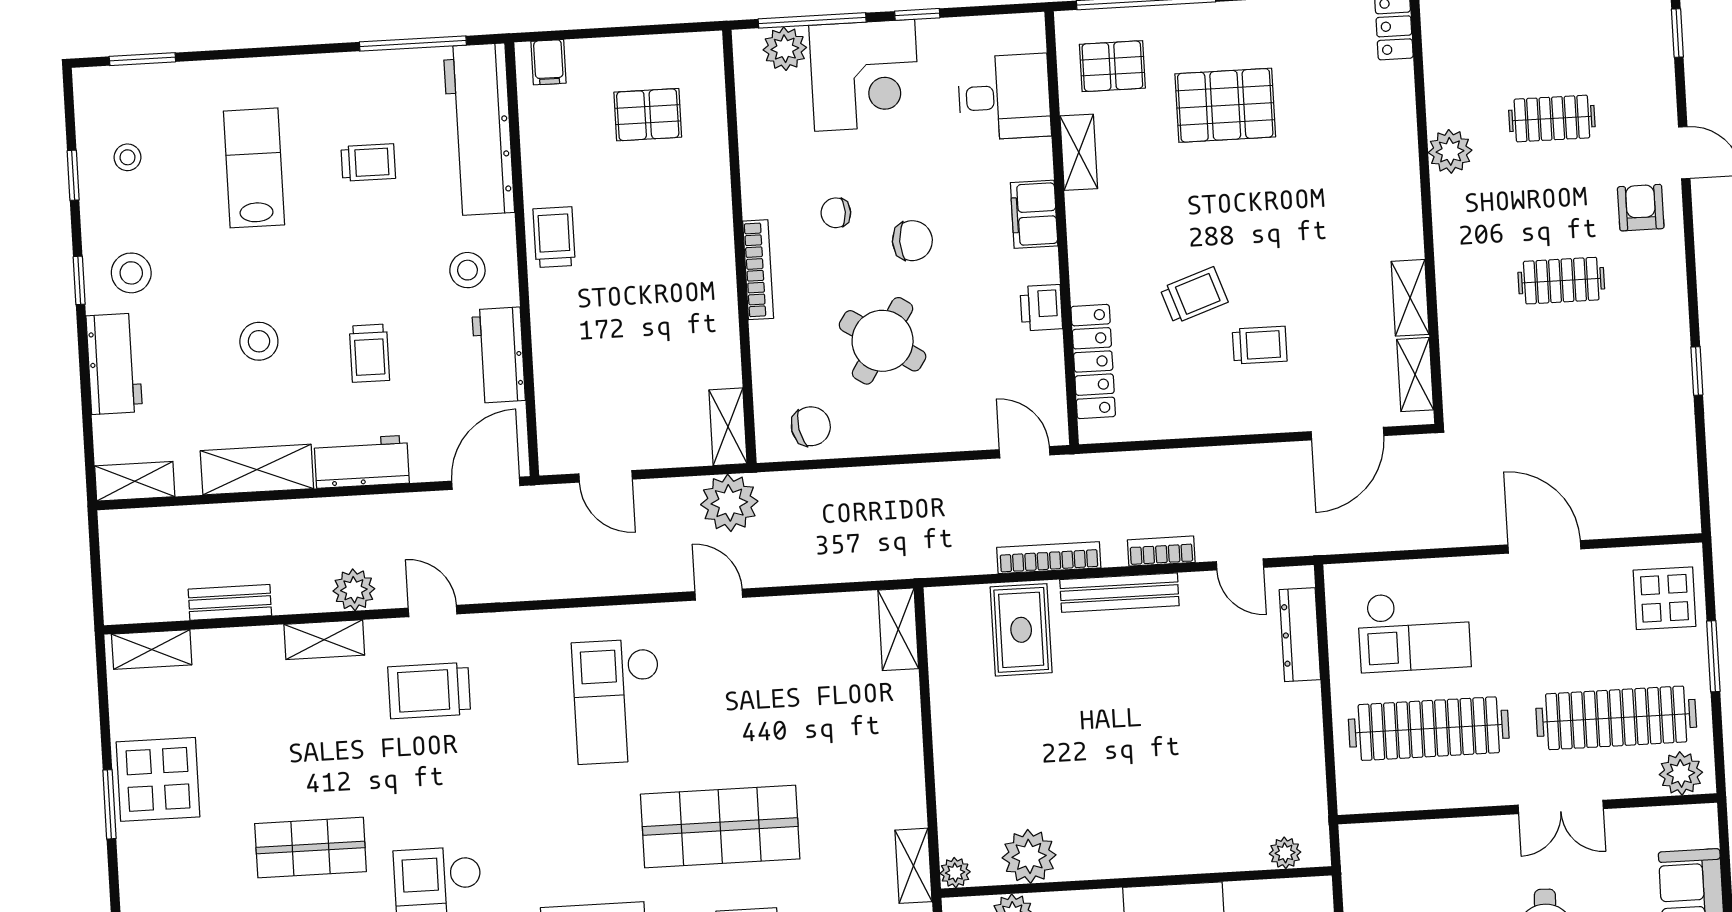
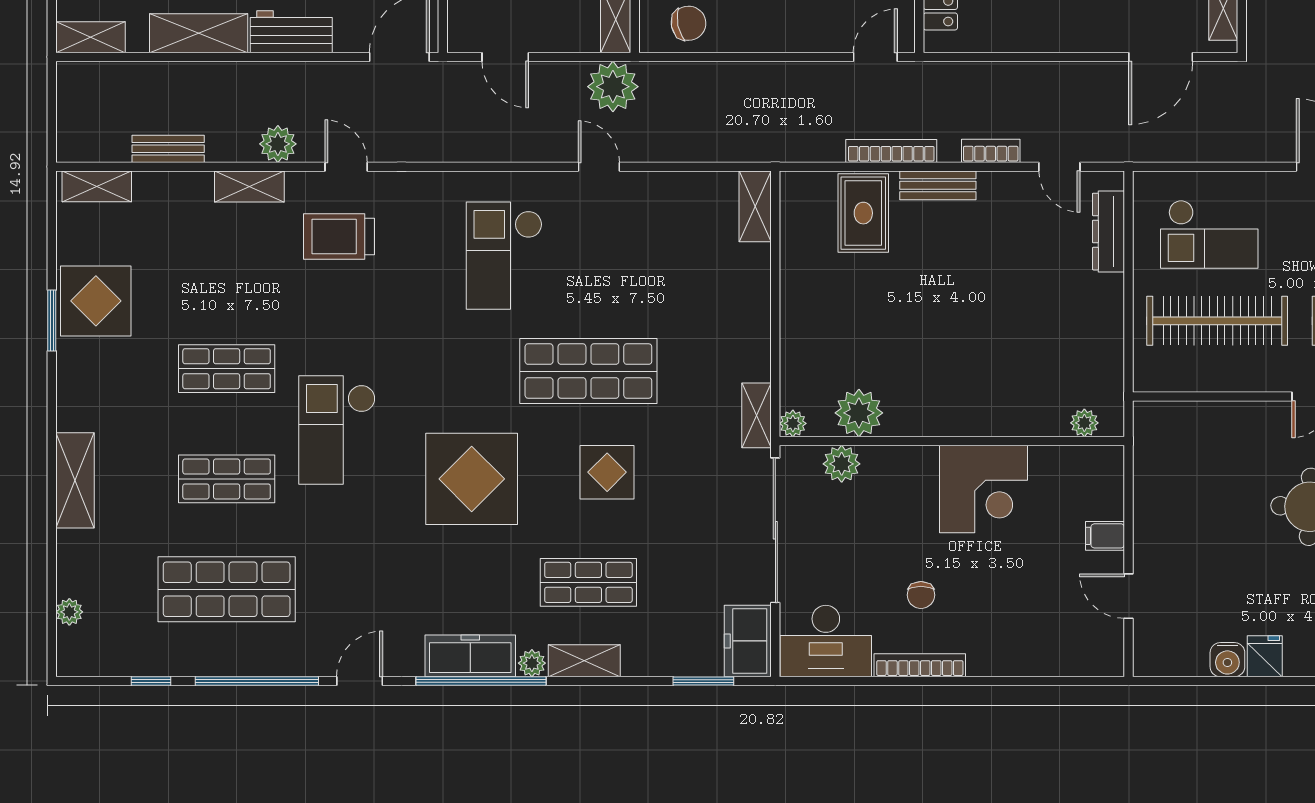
door: (1025, 452) -> (875, 57), hinge flipped
bench: (1119, 593) -> (938, 185), width x0.73

